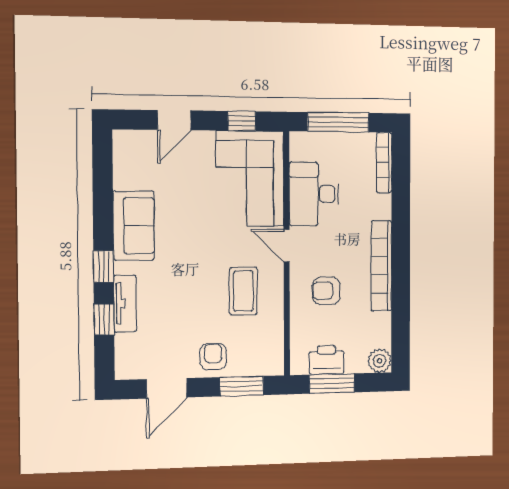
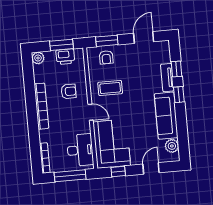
plant: (127, 162) -> (172, 146), added
desk: (314, 194) -> (80, 150), moved
sofa: (134, 226) -> (166, 116), width x1.36
coffee table: (243, 291) -> (110, 88), turned 90
armchair: (213, 357) -> (106, 57), moved

